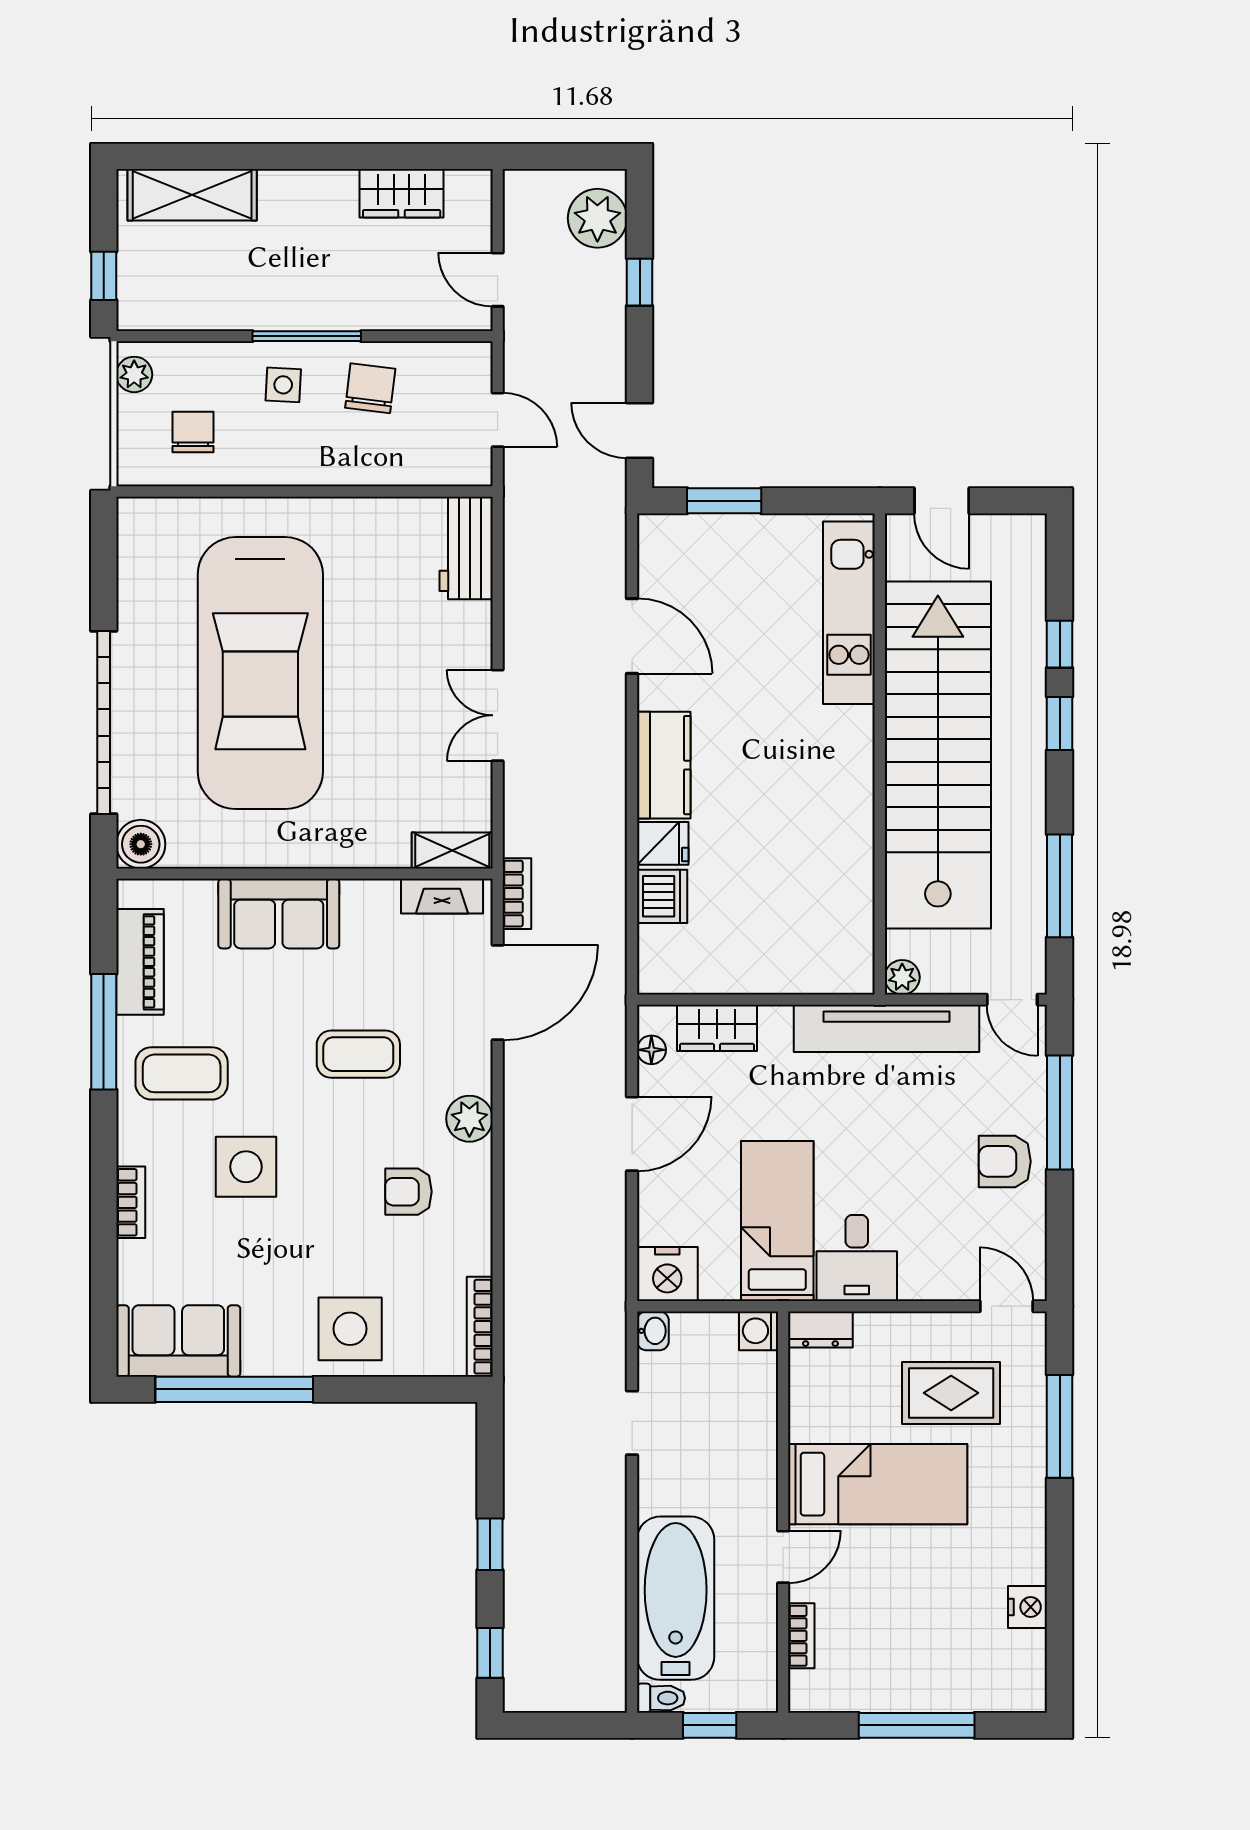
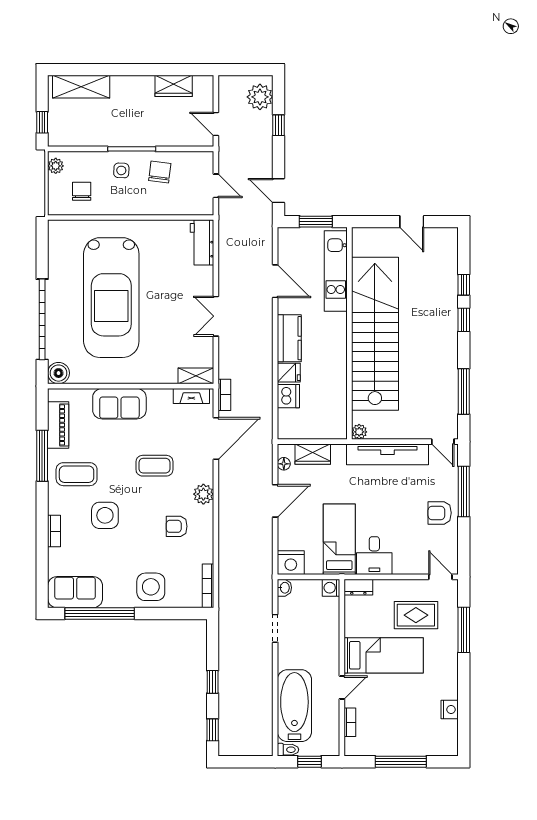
kitchen unit: (849, 613) -> (336, 271), moved
wall: (880, 754) -> (349, 333), moved
stairs: (938, 755) -> (375, 334), moved
plant: (902, 977) -> (359, 432), moved

